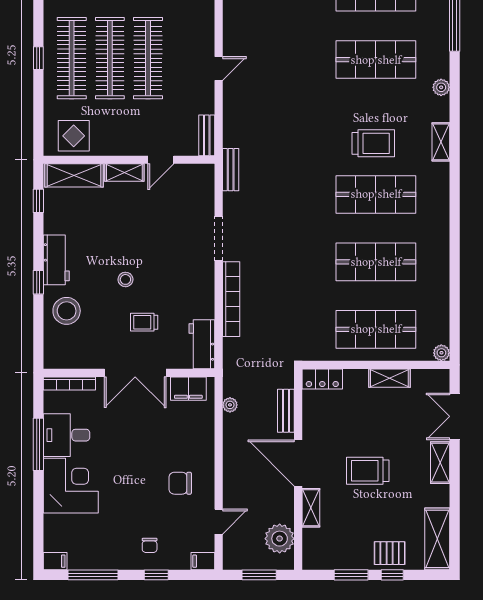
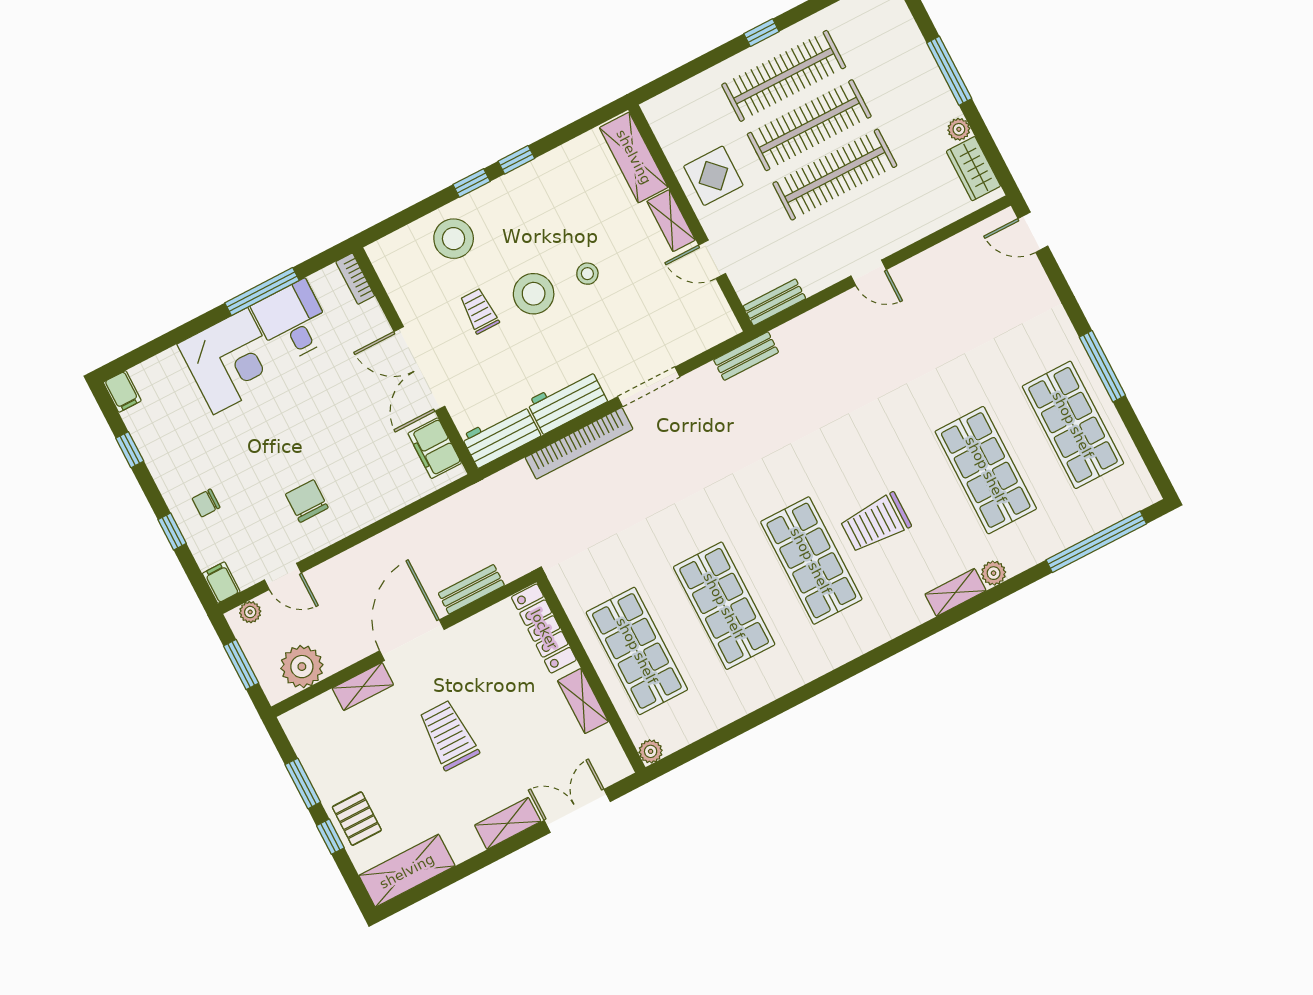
display table: (74, 136) -> (713, 176), moved
shelving: (441, 142) -> (955, 592), moved
trolley: (373, 143) -> (876, 523), turned 90
window: (38, 201) -> (516, 160), moved
stool: (130, 240) -> (587, 274), added
workbench: (56, 260) -> (567, 401), moved, turned 180
stool: (125, 279) -> (534, 294), width x1.89, depth x1.89
trolley: (144, 322) -> (479, 311), moved
locker: (322, 379) -> (544, 629), width x1.53
bookcase: (69, 383) -> (355, 279), width x0.64
plant: (230, 405) -> (250, 612), moved
window: (93, 575) -> (130, 450), width x0.46

